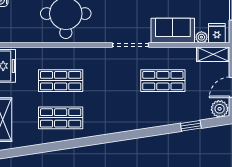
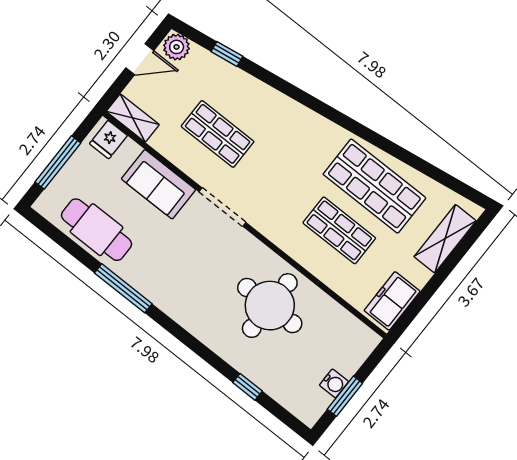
plant: (201, 37) -> (131, 149), removed
shop shelf: (61, 118) -> (374, 186), width x1.43, depth x1.36

